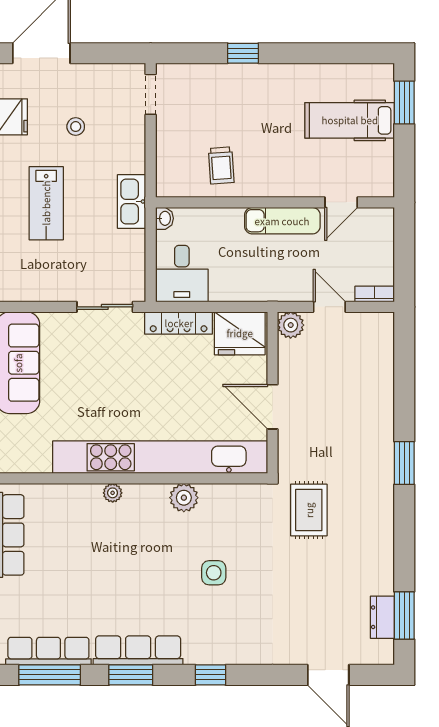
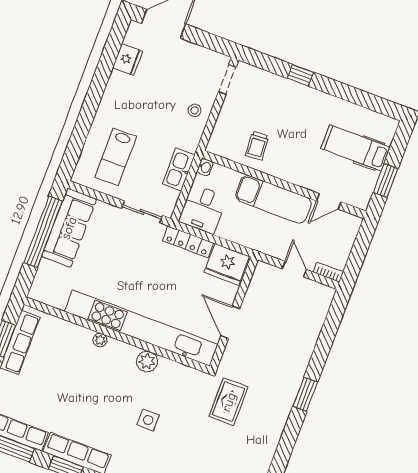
window: (404, 102) -> (386, 180), moved
stool: (76, 127) -> (195, 110), moved
kitchen sink: (132, 201) -> (179, 170), moved
lab bench: (46, 203) -> (116, 157), moved
exam couch: (282, 221) -> (274, 199), width x1.36, depth x1.45
plant: (291, 325) -> (263, 272), removed

